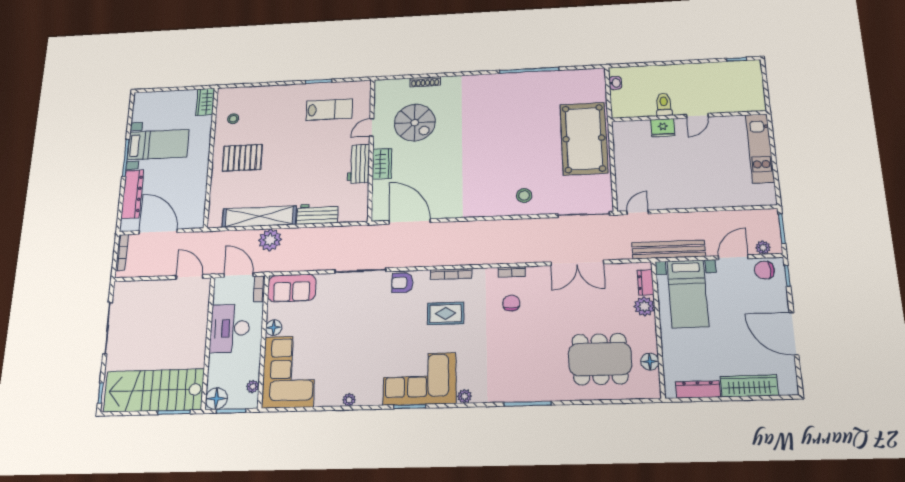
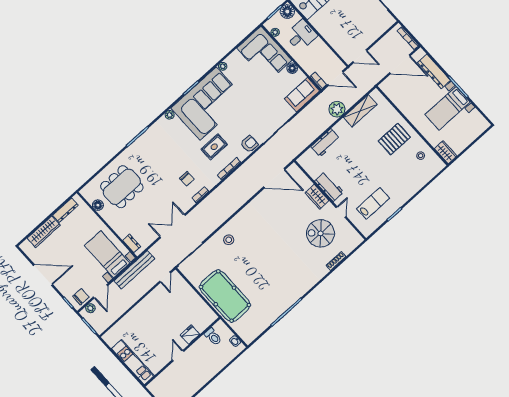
toilet: (664, 104) -> (213, 337), moved
lab bench: (329, 110) -> (373, 203), turned 180
shelving: (259, 217) -> (360, 111), width x0.68
plant: (644, 306) -> (122, 231), removed
desk: (230, 328) -> (301, 35), moved, width x0.73
corner sofa: (420, 379) -> (208, 104), width x1.36, depth x1.36

